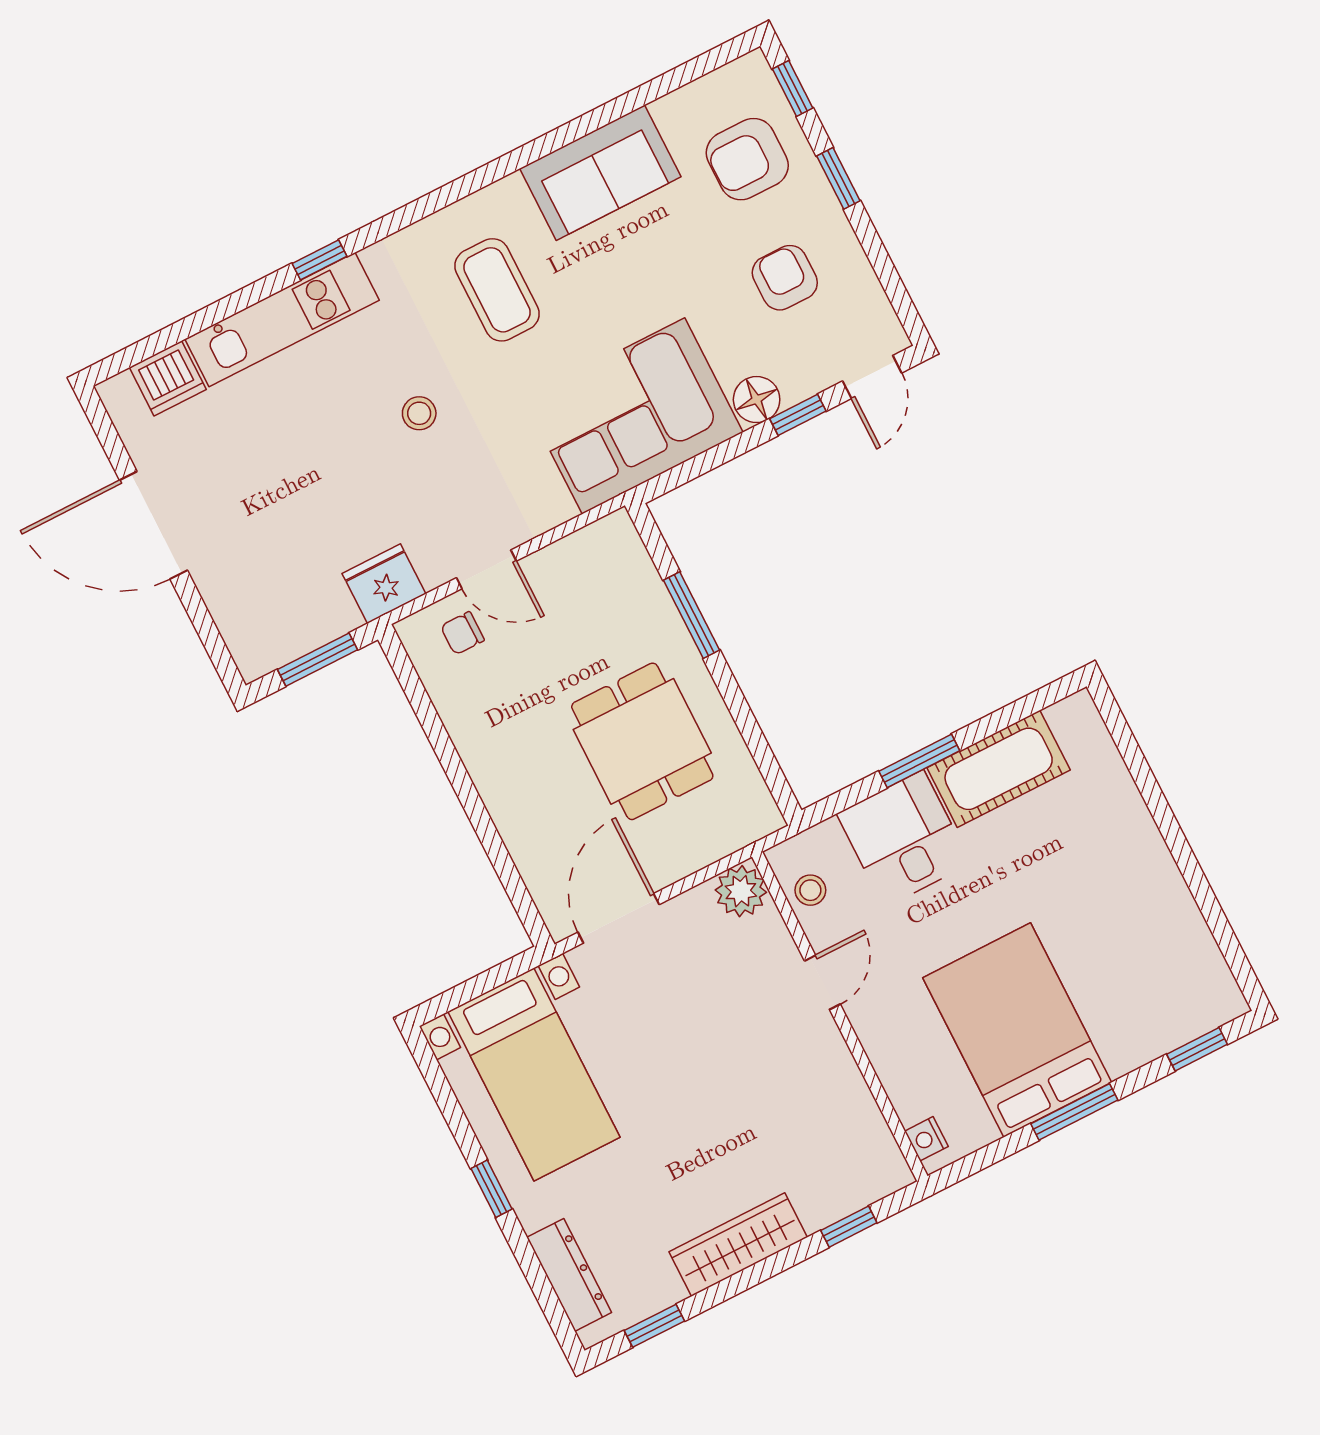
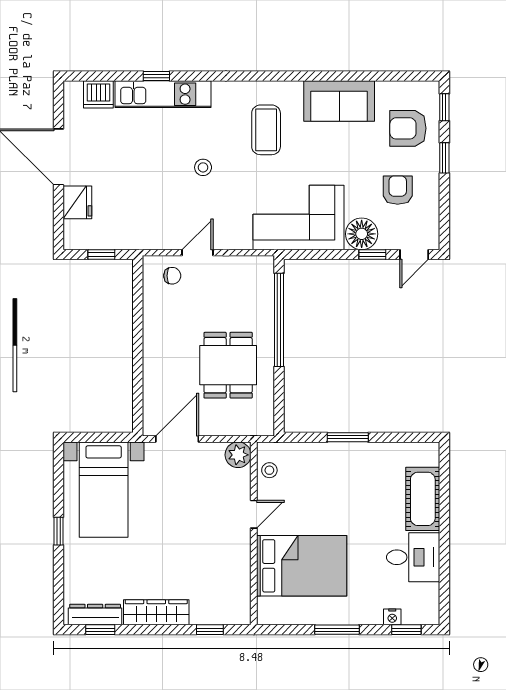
window: (320, 260) -> (156, 76), moved
floor lamp: (757, 400) -> (362, 234), width x1.38, depth x1.38
door: (486, 569) -> (197, 253), swing flipped
fridge: (384, 584) -> (77, 202), moved, turned 90
window: (692, 615) -> (279, 320), width x2.11
chair: (462, 633) -> (172, 276), turned 180
window: (317, 660) -> (101, 254), width x0.67
cot: (999, 769) -> (423, 499), moved, turned 90
desk: (904, 839) -> (413, 557), moved, turned 90
bed: (1017, 1030) -> (302, 566), moved, turned 90
nightstand: (926, 1139) -> (392, 617), moved, turned -90
dresser: (569, 1275) -> (95, 615), moved, turned -90

